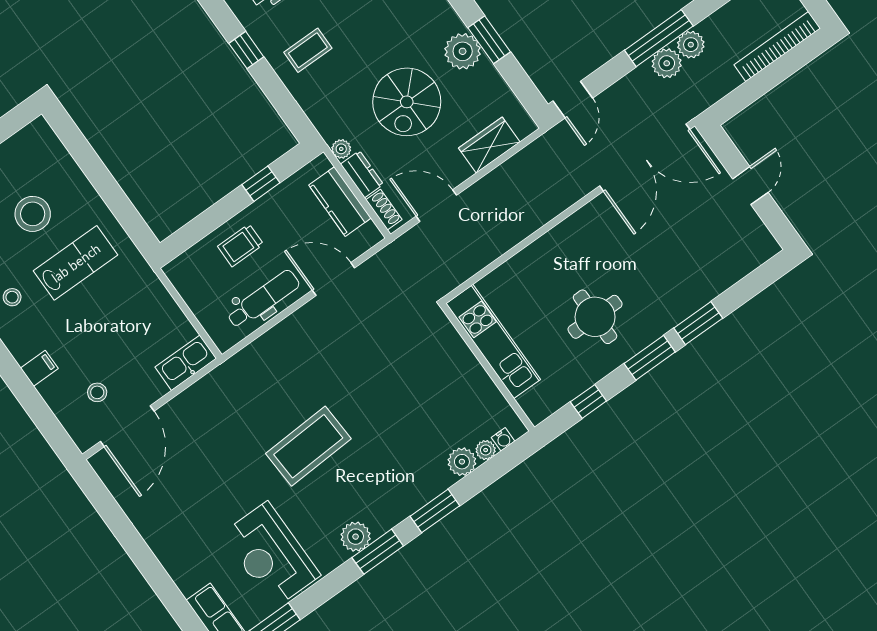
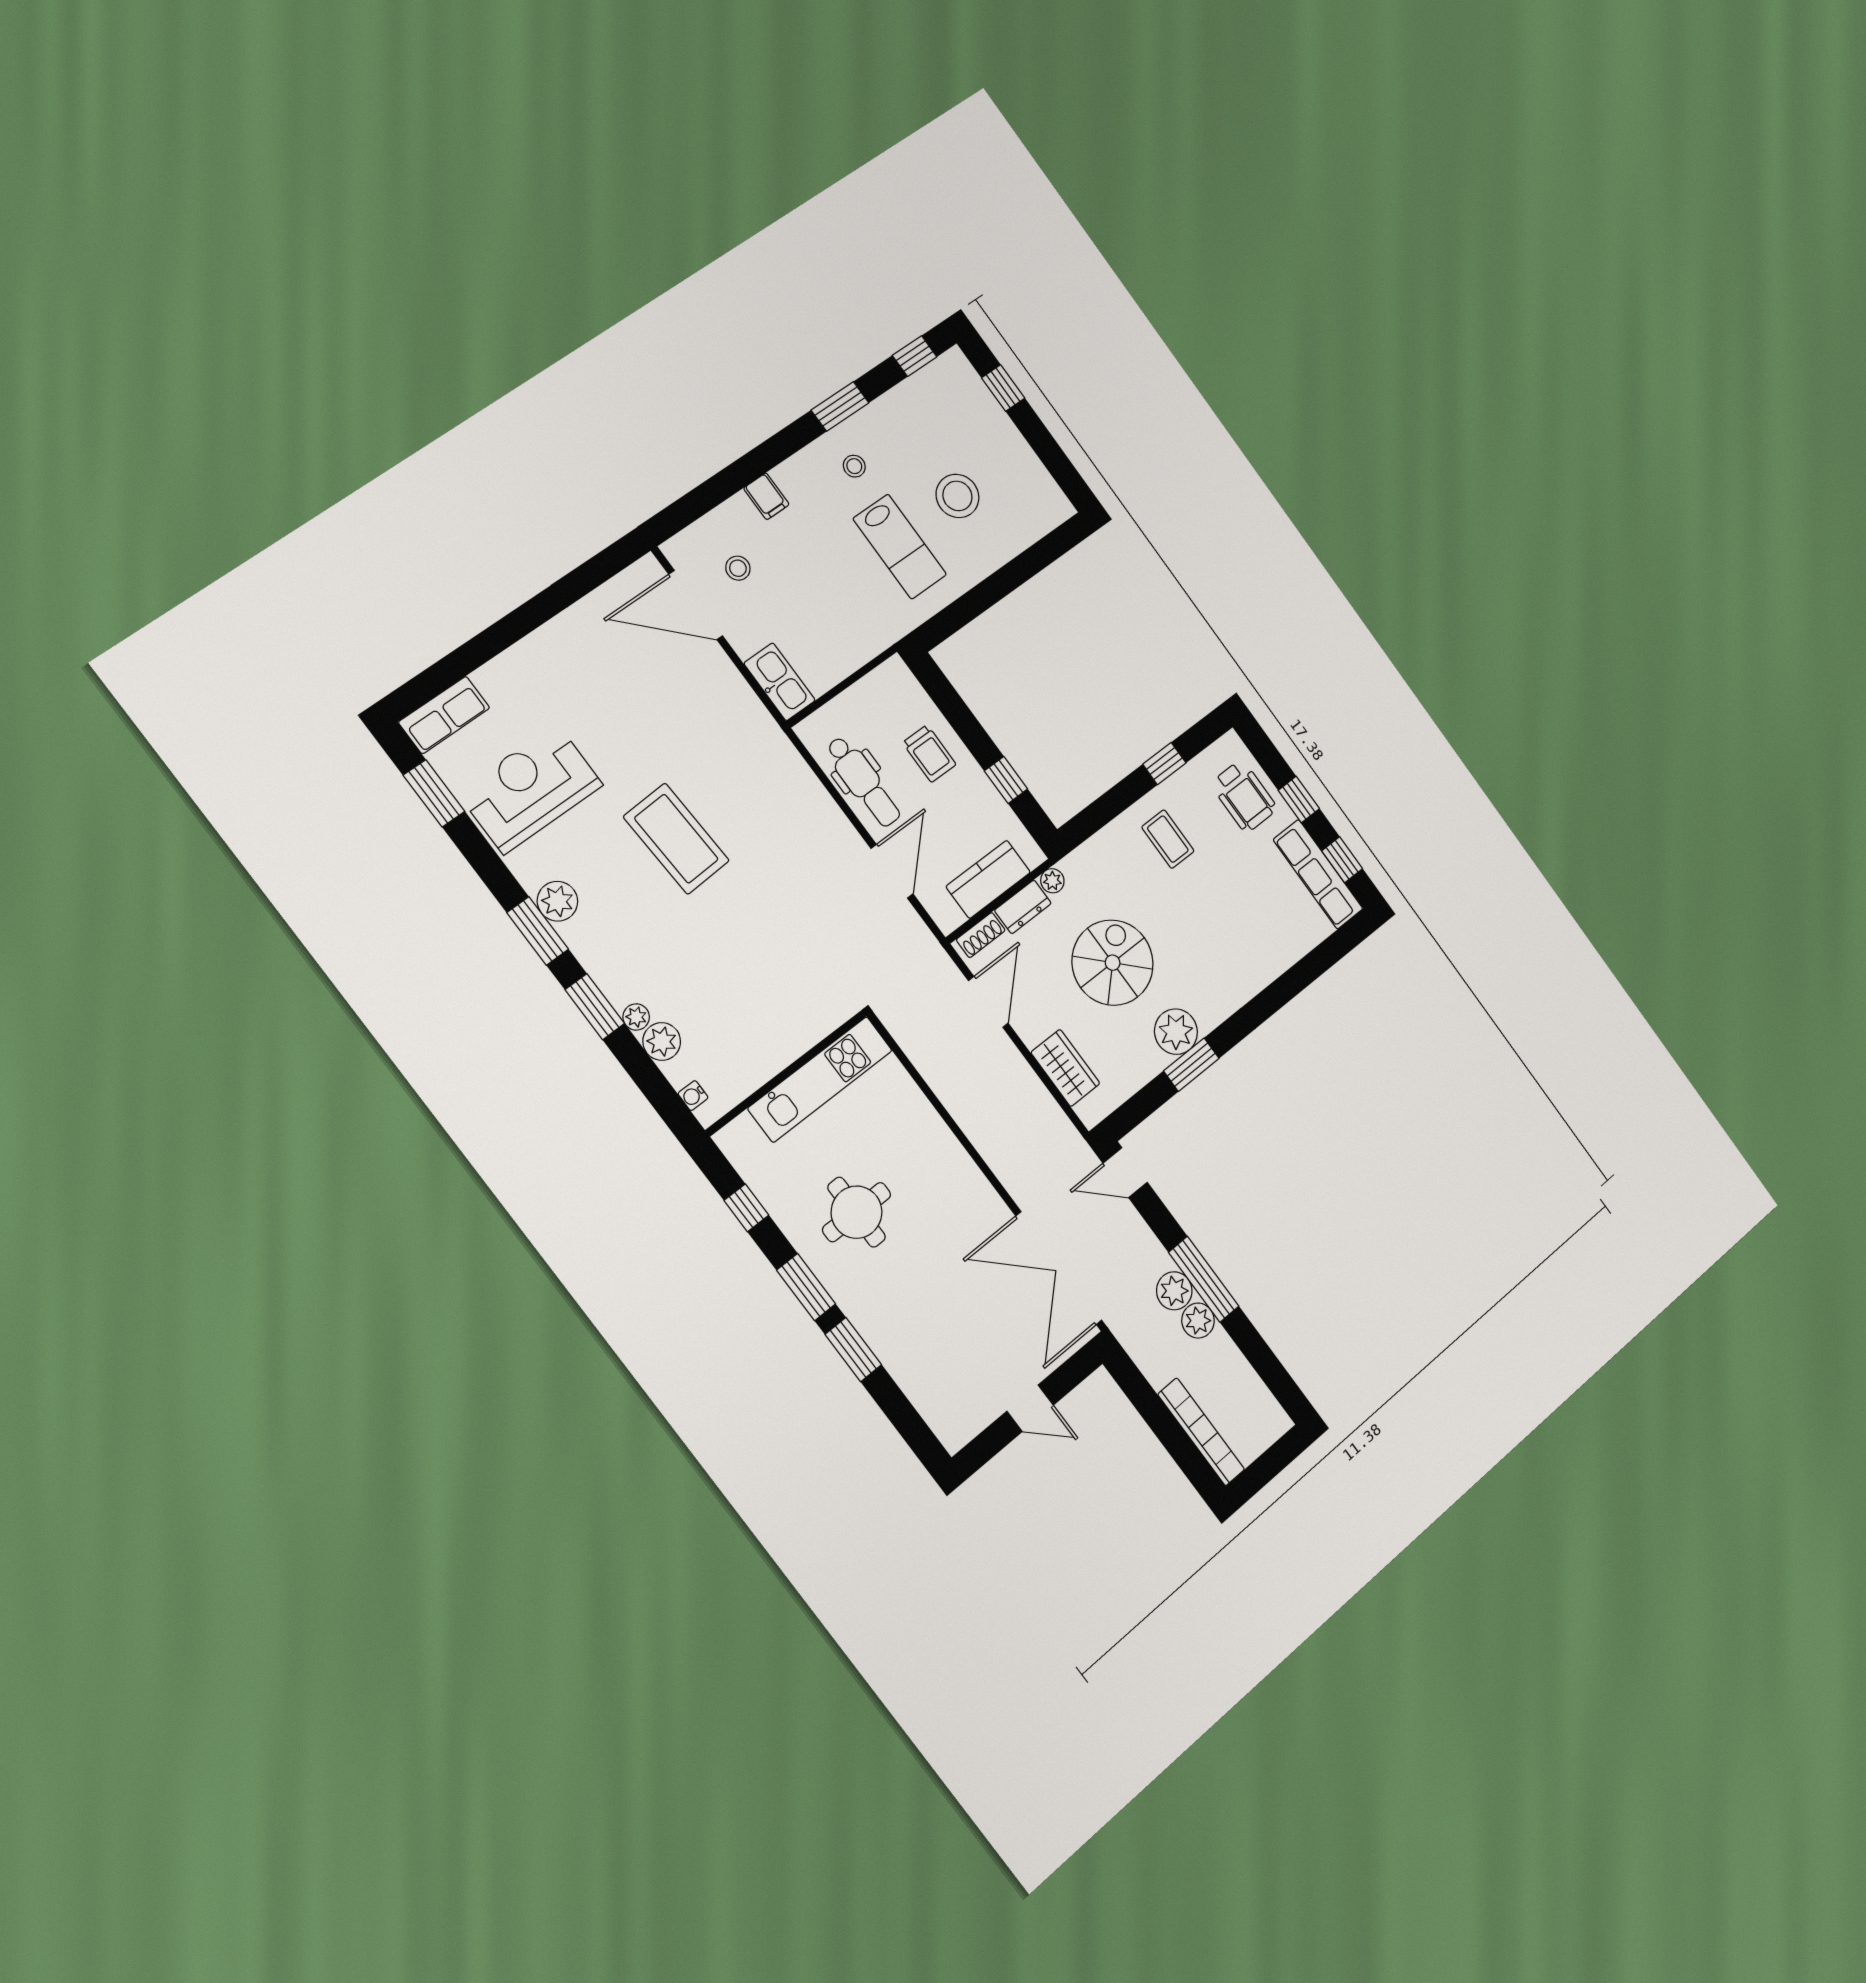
spiral stairs: (407, 102) -> (1113, 963), turned 90
trolley: (241, 245) -> (929, 754), turned 180
plant: (486, 450) -> (636, 1017), moved

